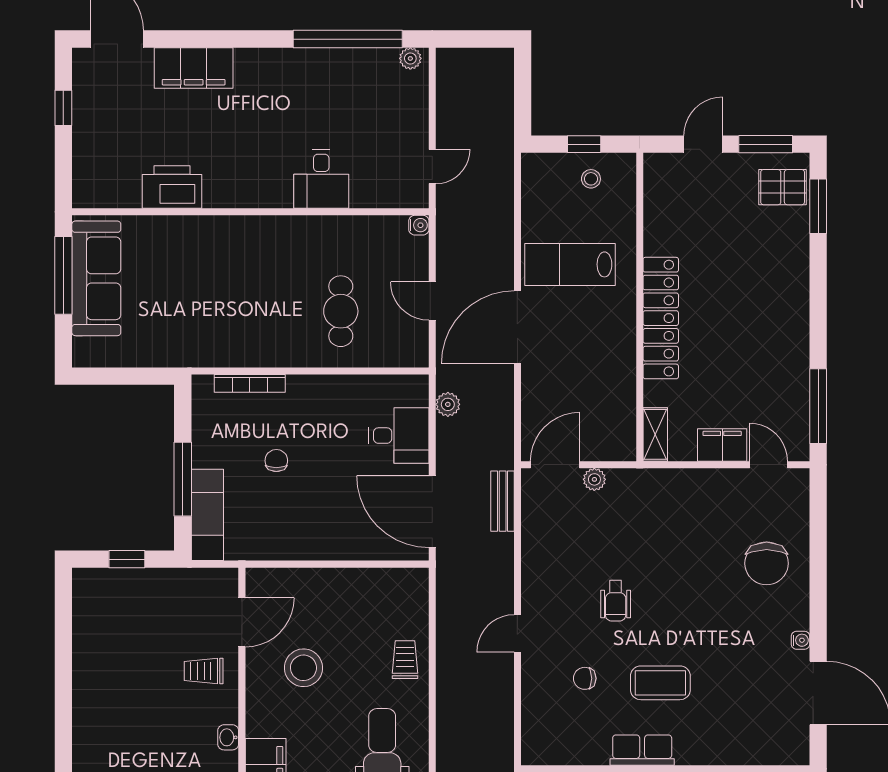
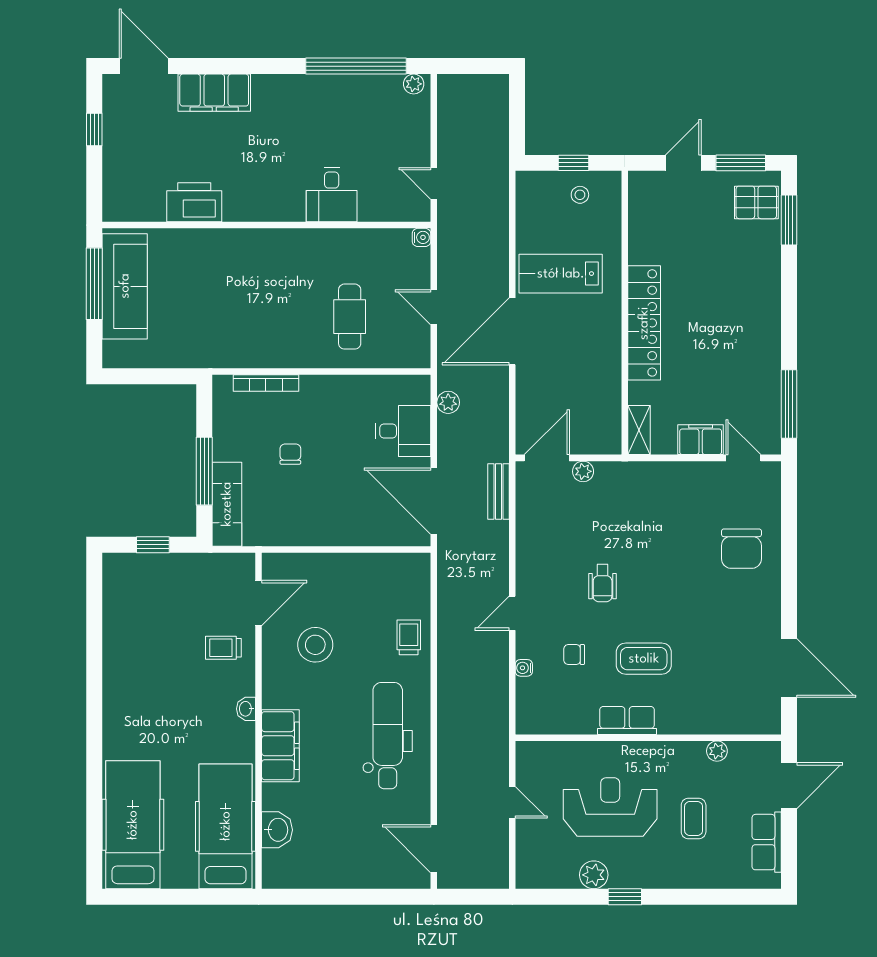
door: (432, 167) -> (434, 183), swing flipped
water cooler: (800, 640) -> (524, 668), moved, turned 180

